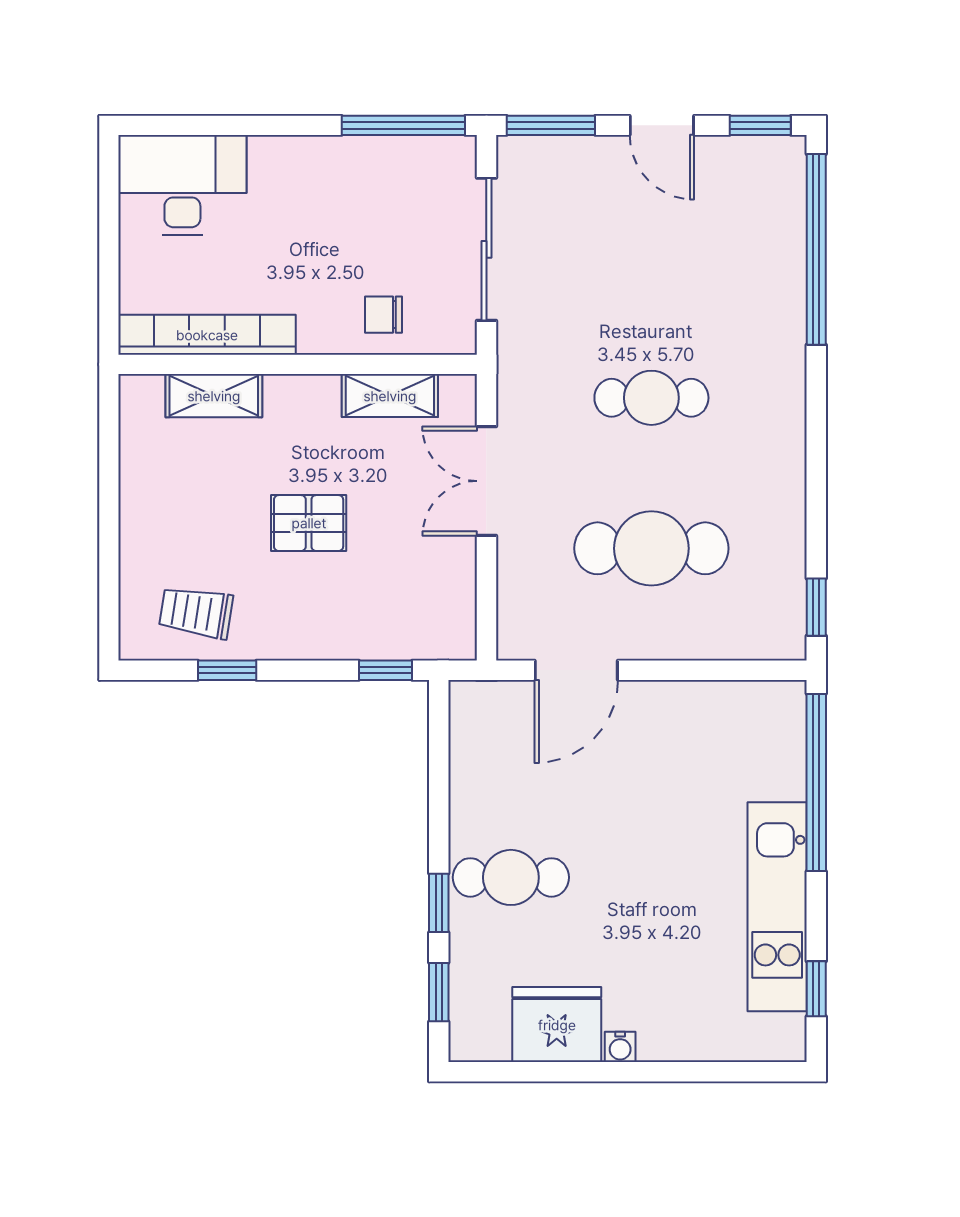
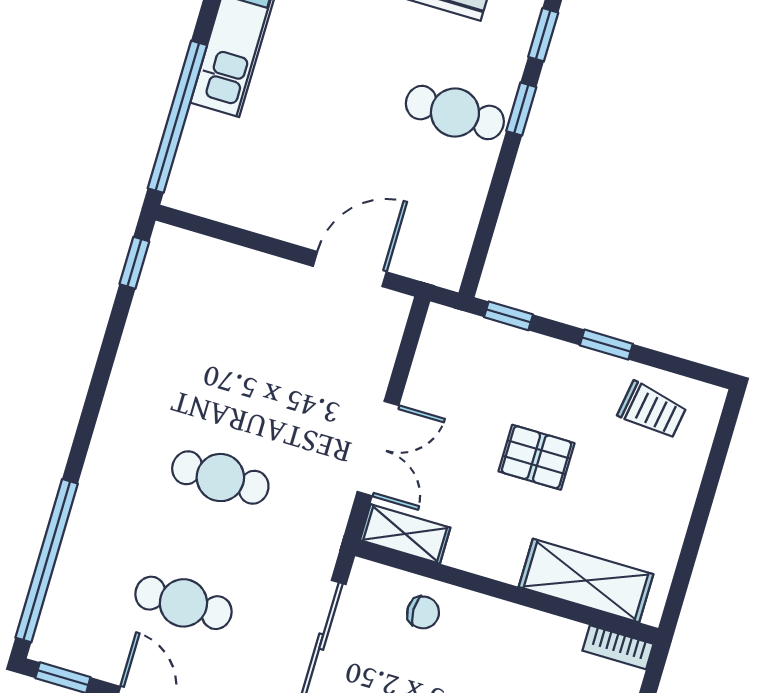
bookcase: (207, 335) -> (618, 647), width x0.43, depth x0.76
shelving: (214, 396) -> (586, 581), width x1.50, depth x1.33
shelving: (390, 396) -> (405, 534), moved
cafe table: (651, 548) -> (183, 603), moved, width x0.73, depth x0.74
window: (227, 670) -> (606, 345), moved

